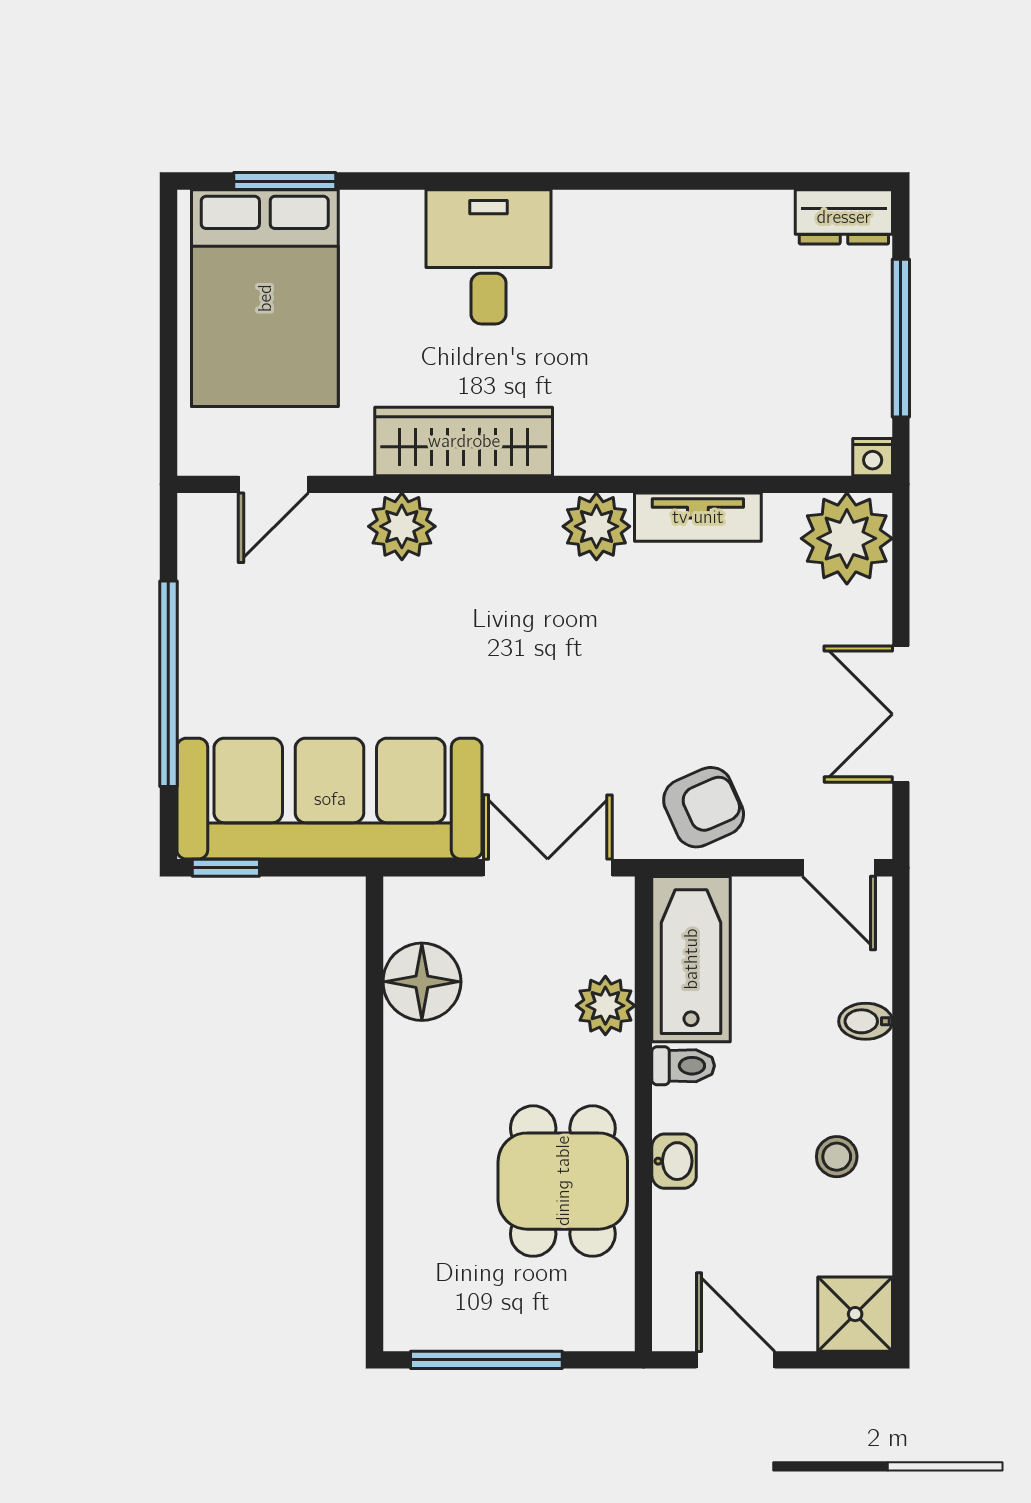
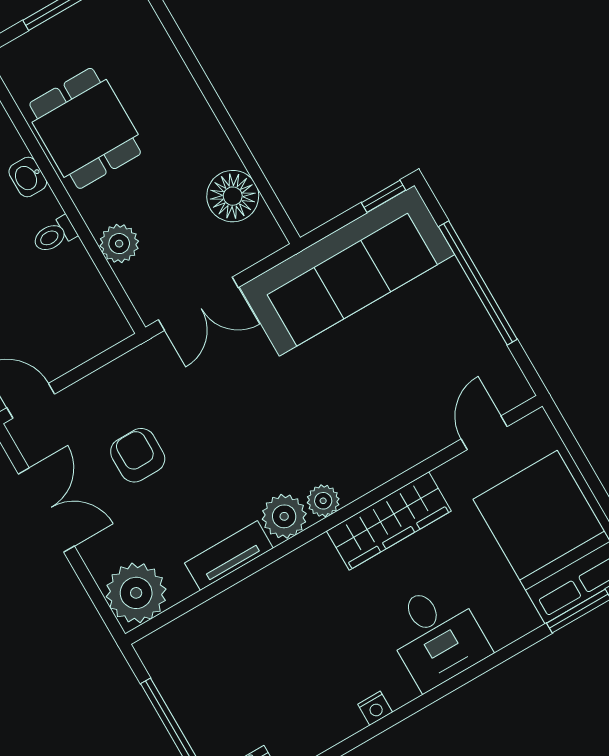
nightstand: (873, 457) -> (375, 708), moved, turned 180
plant: (402, 526) -> (323, 501), moved, width x0.73, depth x0.73
armchair: (704, 807) -> (138, 455), moved, turned 114
bathtub: (691, 959) -> (85, 299), removed

